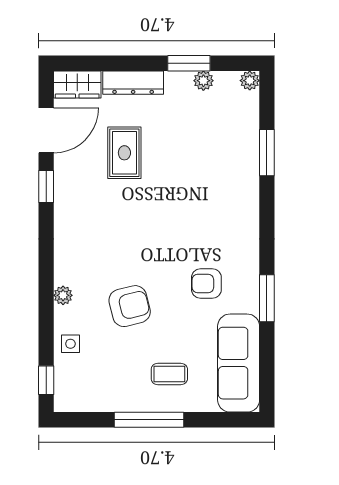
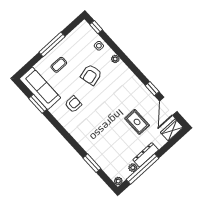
window: (189, 63) -> (143, 169), width x2.11
dresser: (133, 83) -> (146, 155), moved
window: (267, 298) -> (38, 104), moved

